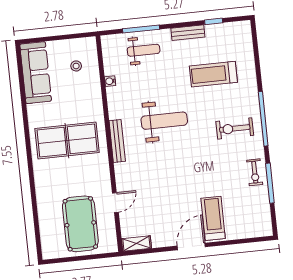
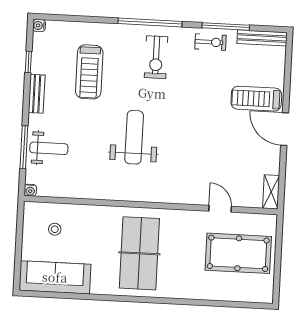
water cooler: (246, 26) -> (39, 25), added
weight bench: (144, 50) -> (49, 148), turned 90
water cooler: (110, 81) -> (30, 190), moved
bench: (117, 141) -> (262, 38), moved

